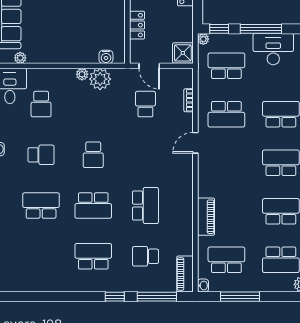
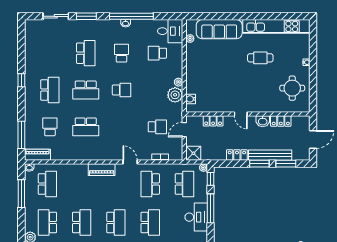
school desk: (41, 155) -> (122, 53), turned 180
school desk: (93, 155) -> (122, 90), turned 180
school desk: (93, 206) -> (86, 90), turned -90
piano: (206, 217) -> (102, 170), moved
window: (115, 297) -> (21, 80), moved

